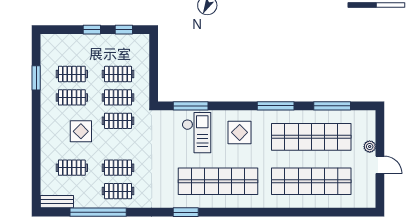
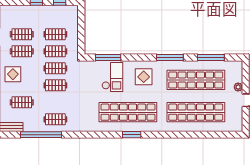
display table: (81, 131) -> (13, 74), moved
clothes rail: (118, 168) -> (55, 85), moved
window: (186, 212) -> (132, 135), moved

